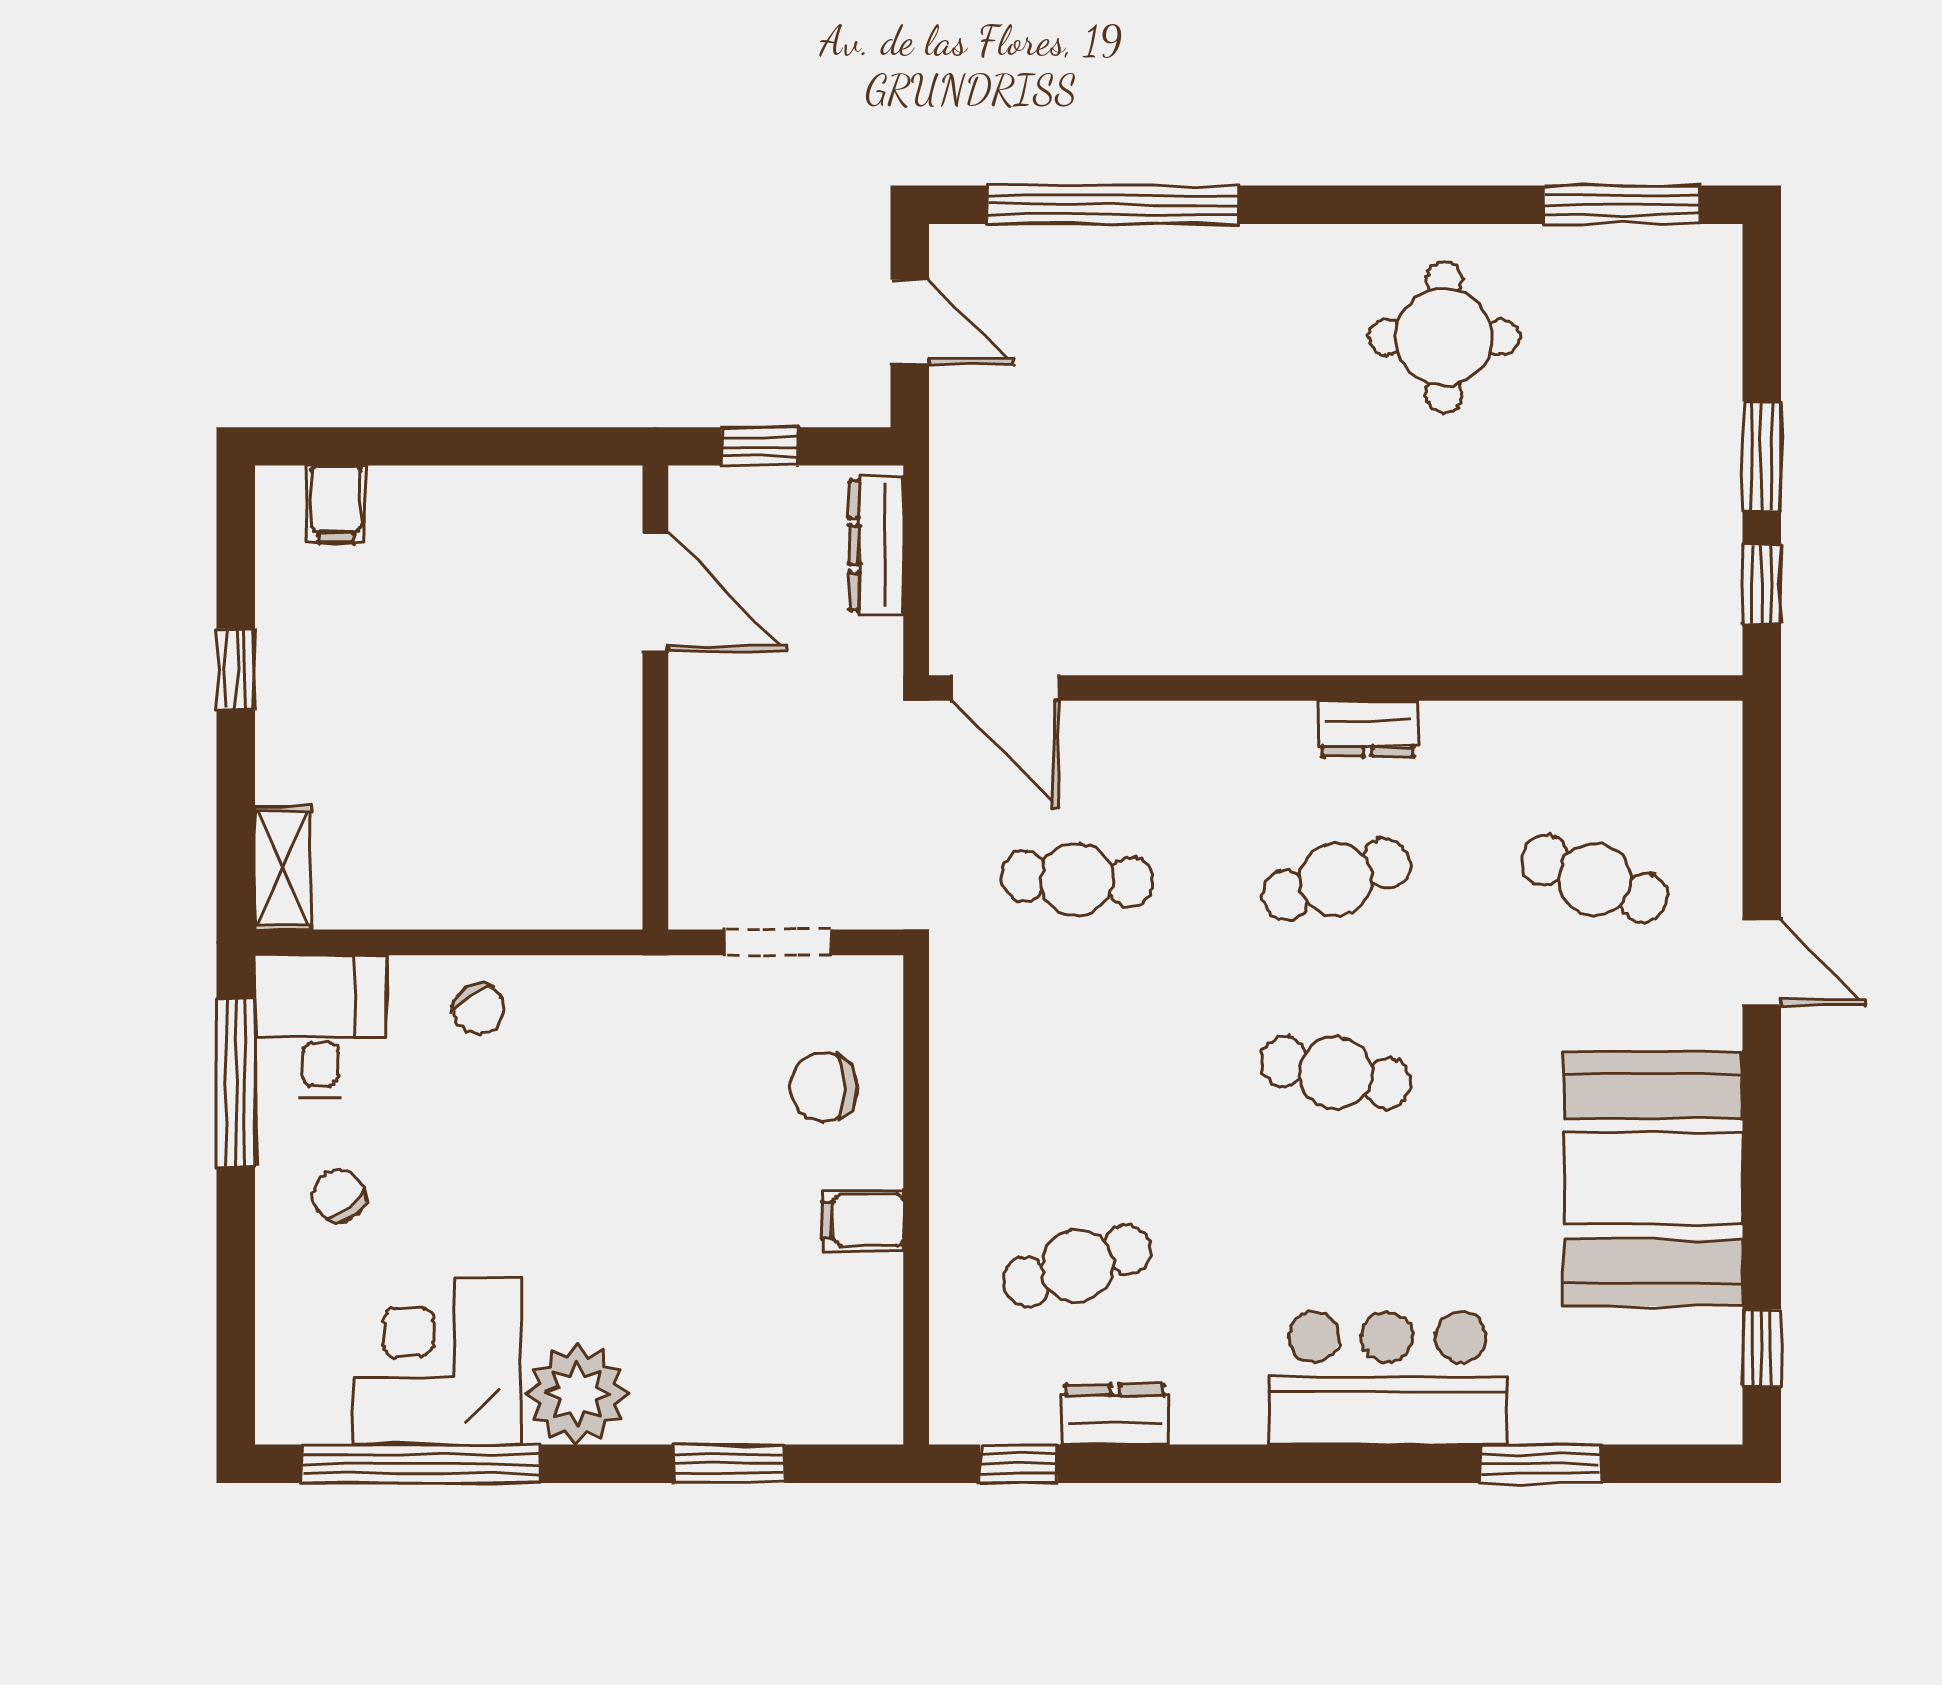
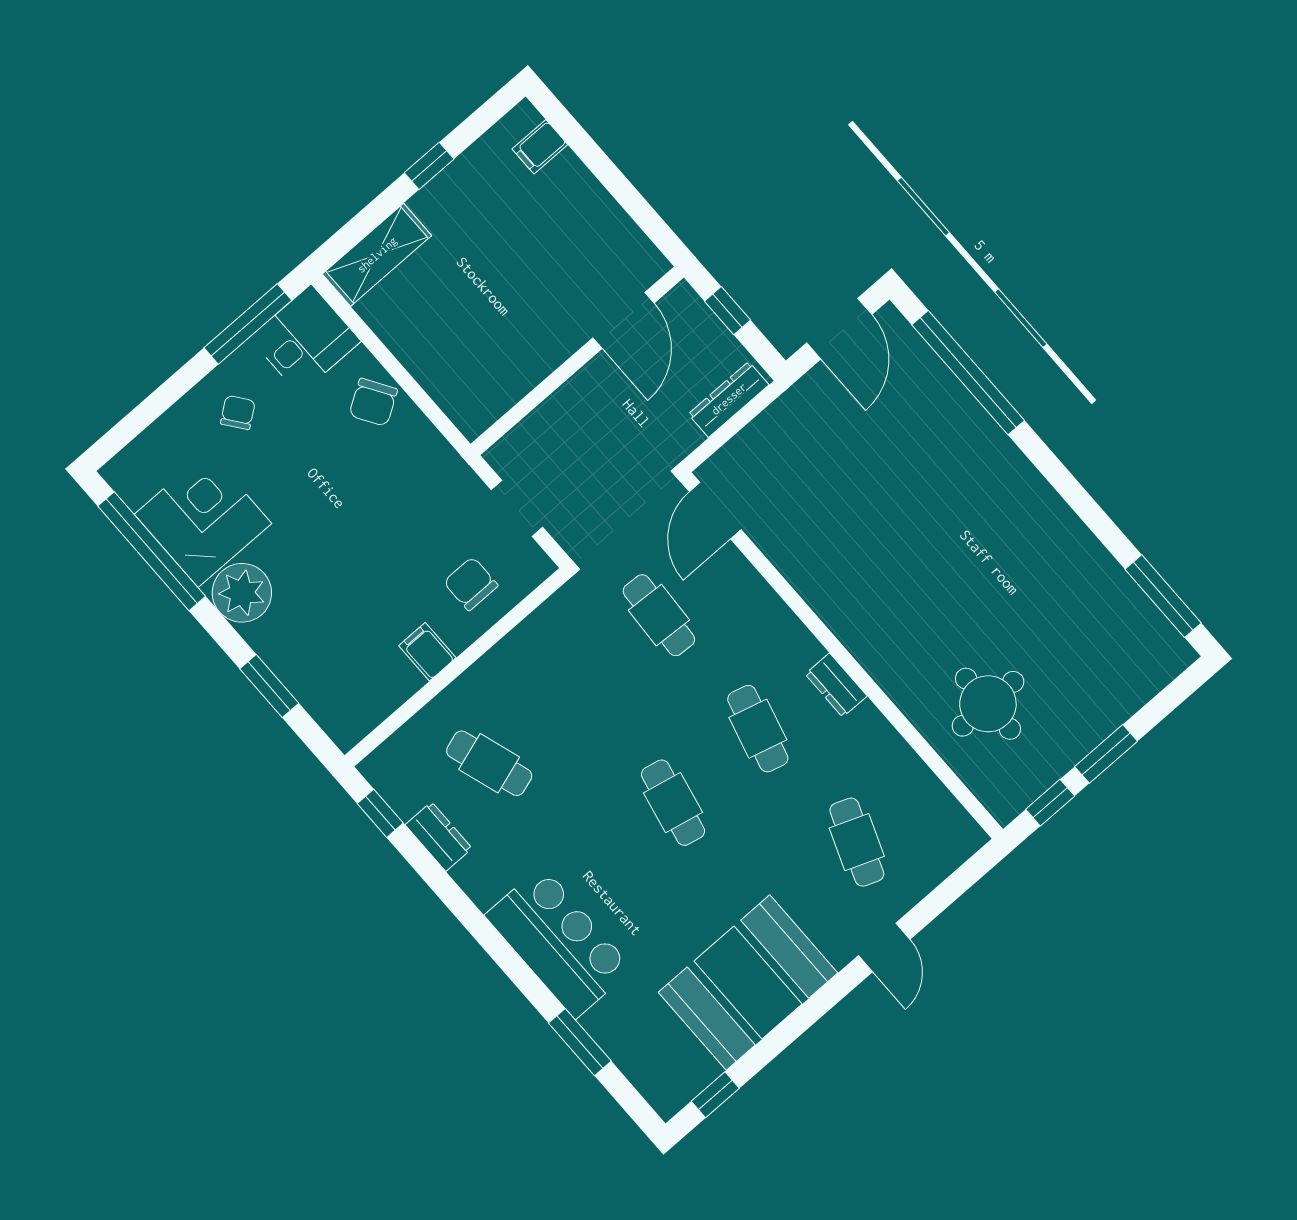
door: (910, 322) -> (839, 329), width x1.38
round table: (1444, 337) -> (988, 704), moved
shelving: (283, 868) -> (377, 255), width x1.50, depth x1.33
cafe table: (1336, 879) -> (758, 729), turned 33
chair: (479, 1009) -> (373, 402), width x1.37, depth x1.37

